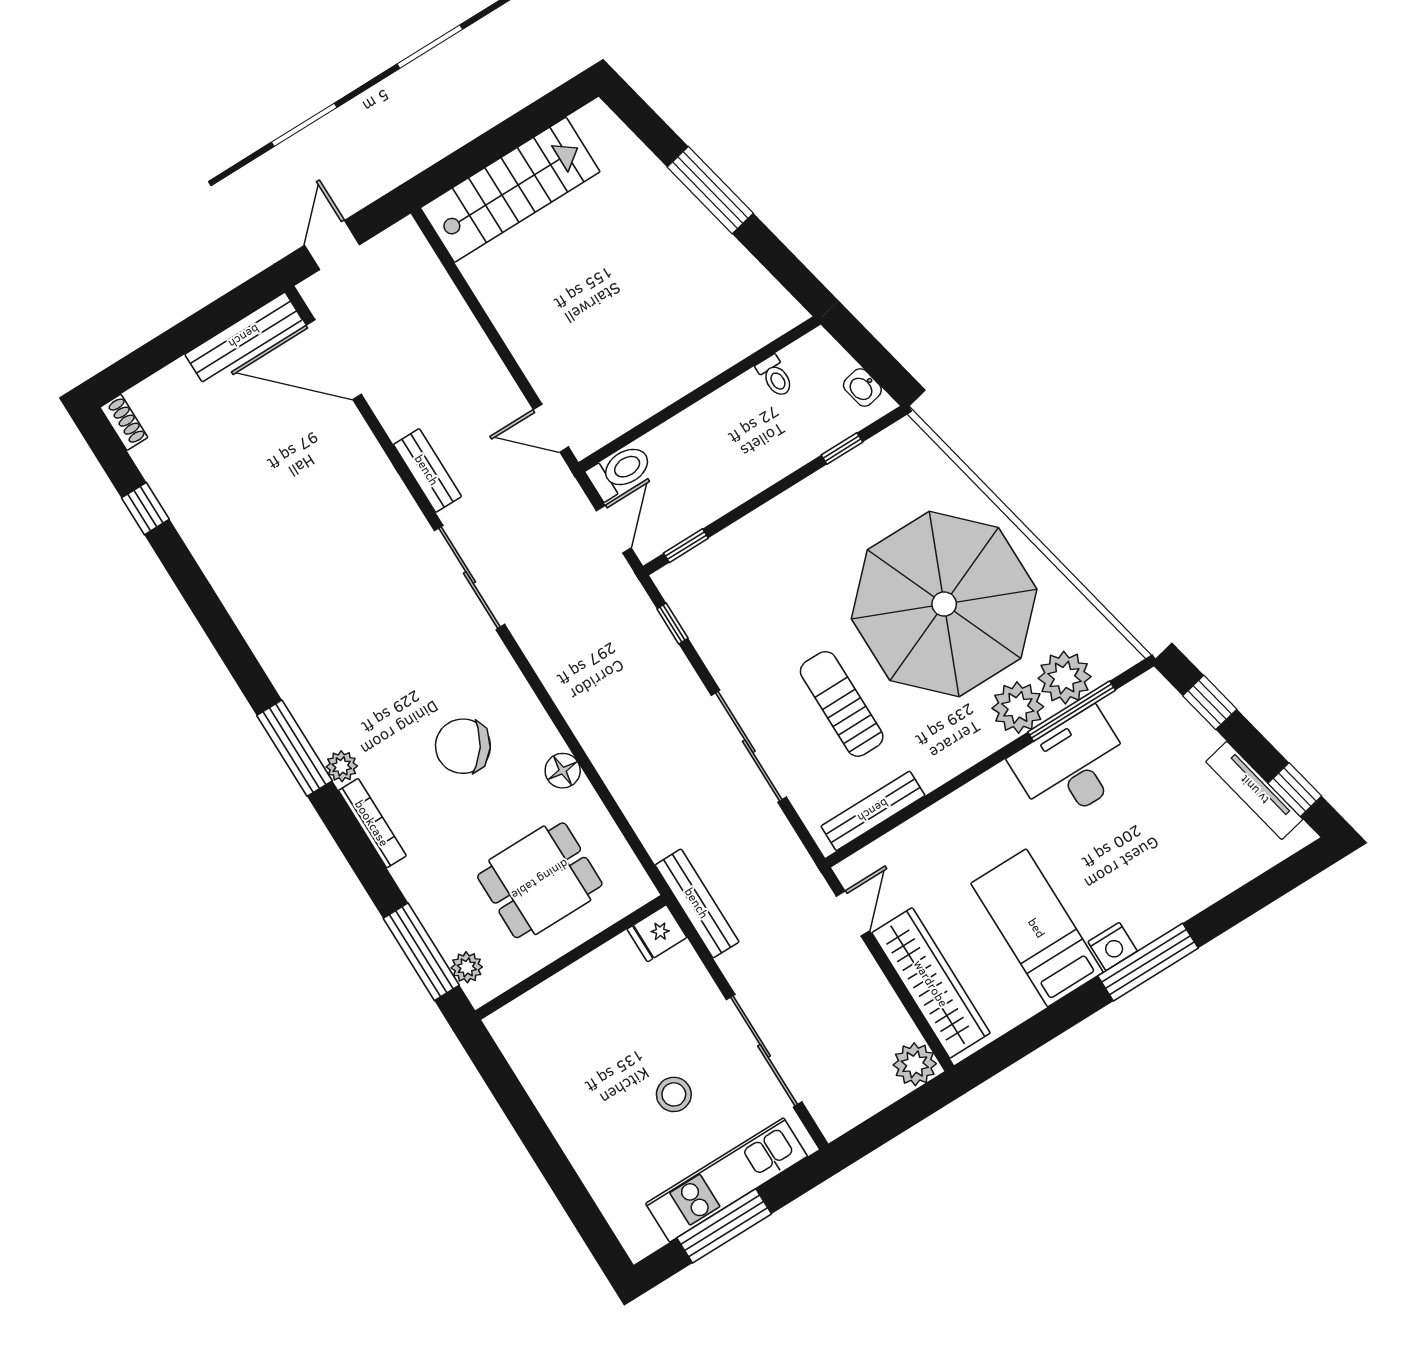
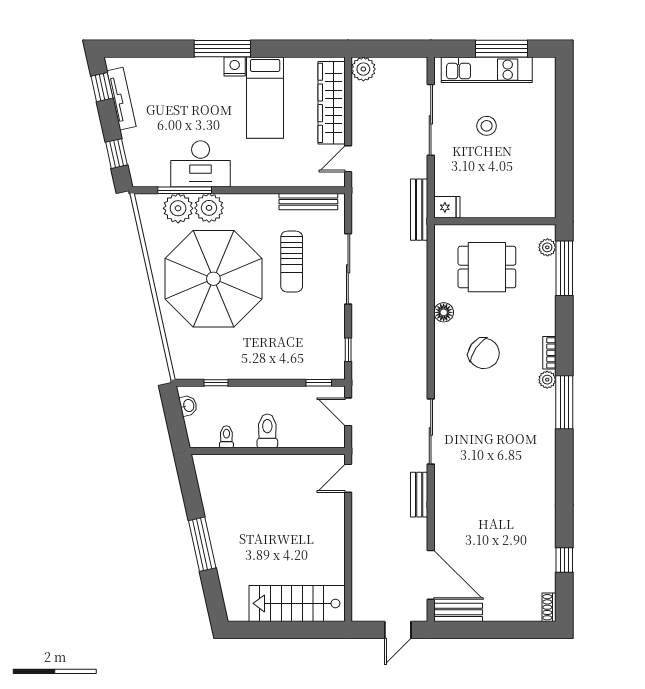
bench: (244, 337) -> (458, 612), width x0.73
door: (551, 428) -> (348, 478), swing flipped
toilet: (620, 471) -> (267, 431), moved, turned 90
door: (614, 529) -> (348, 412), hinge flipped
bookcase: (372, 823) -> (549, 353), width x0.64

